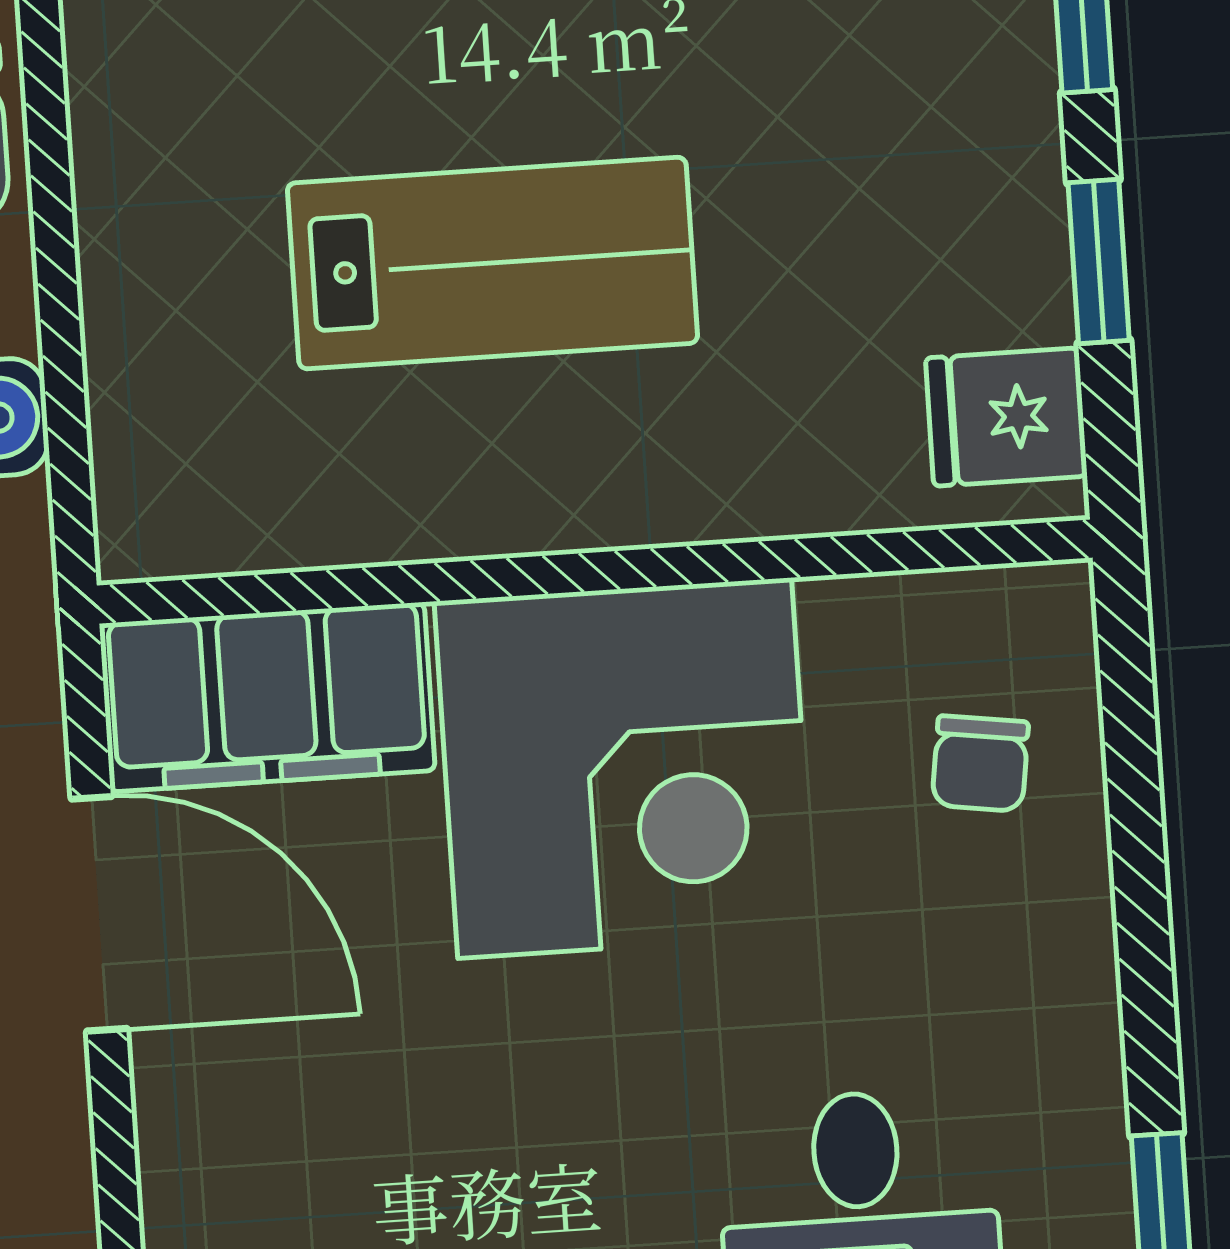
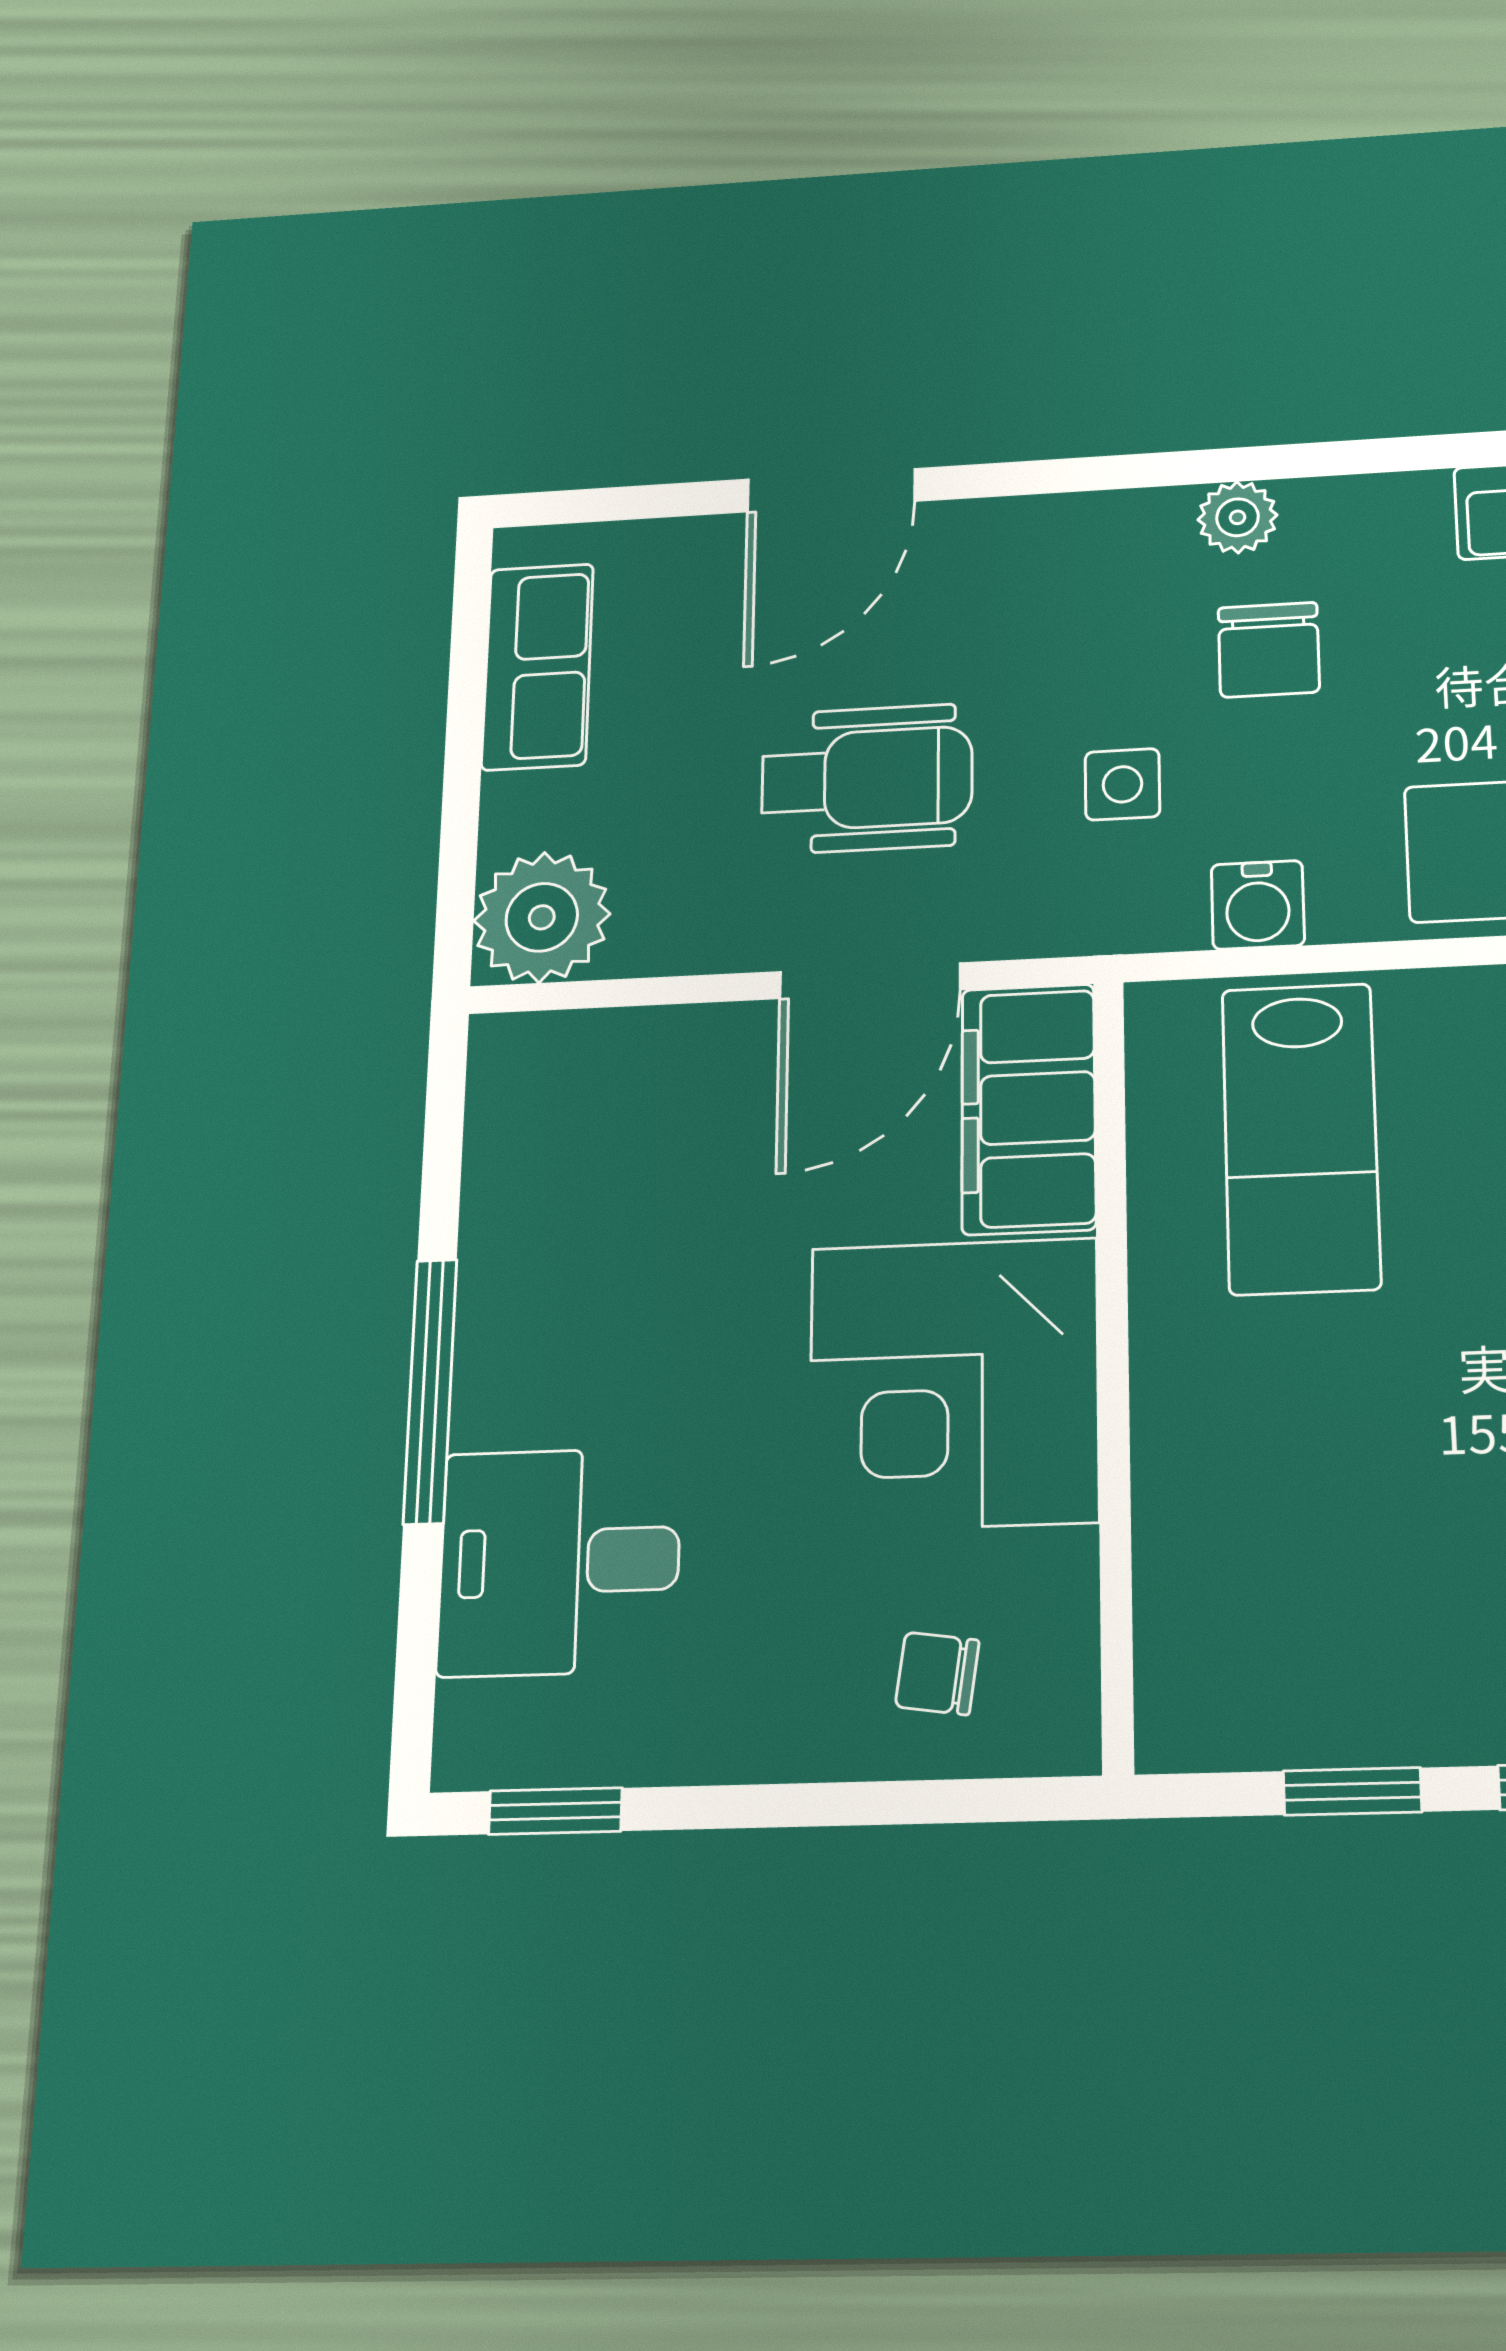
lab bench: (493, 263) -> (1301, 1138), moved
fridge: (1006, 417) -> (1224, 1707), removed

